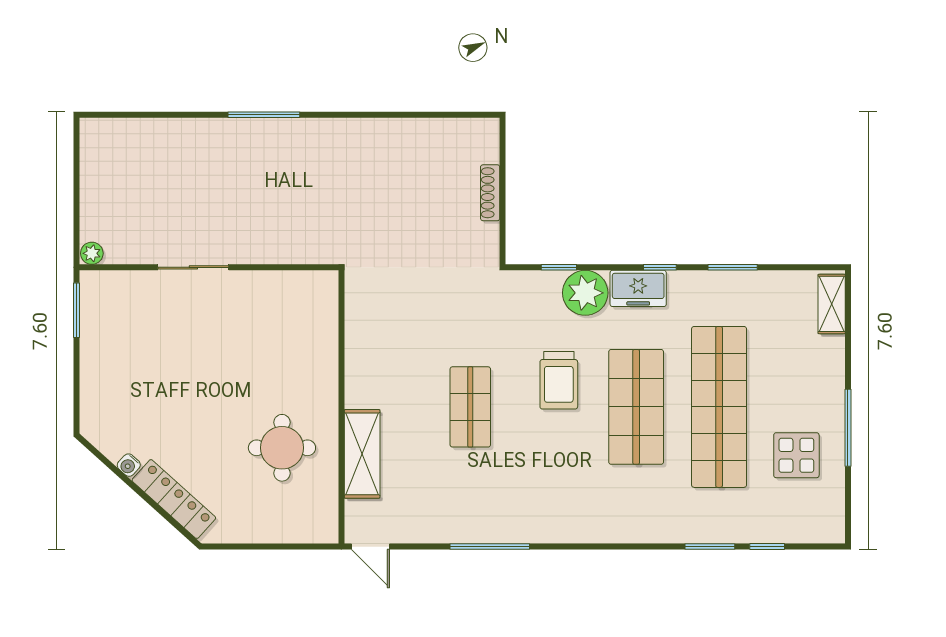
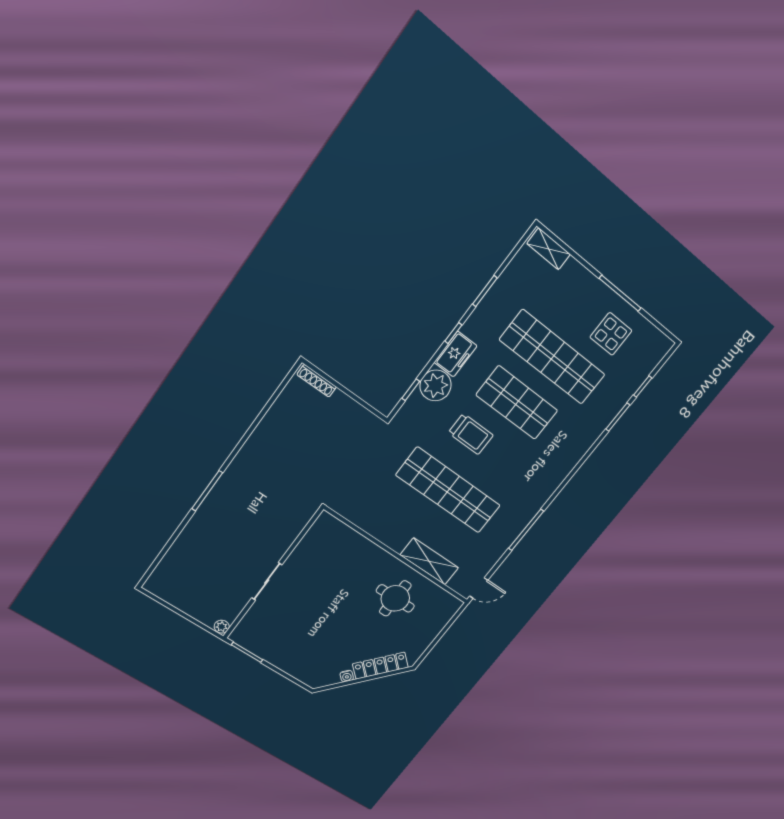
shoe rack: (490, 193) -> (317, 381), moved
shop shelf: (470, 407) -> (448, 490), width x2.00, depth x1.36

